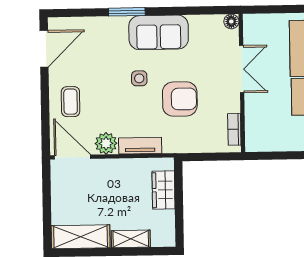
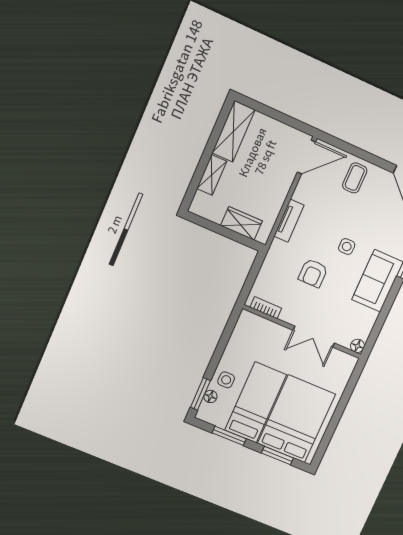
armchair: (180, 99) -> (313, 273), width x0.72, depth x0.72
coffee table: (71, 102) -> (355, 178), turned 90
plant: (106, 143) -> (305, 192), removed

